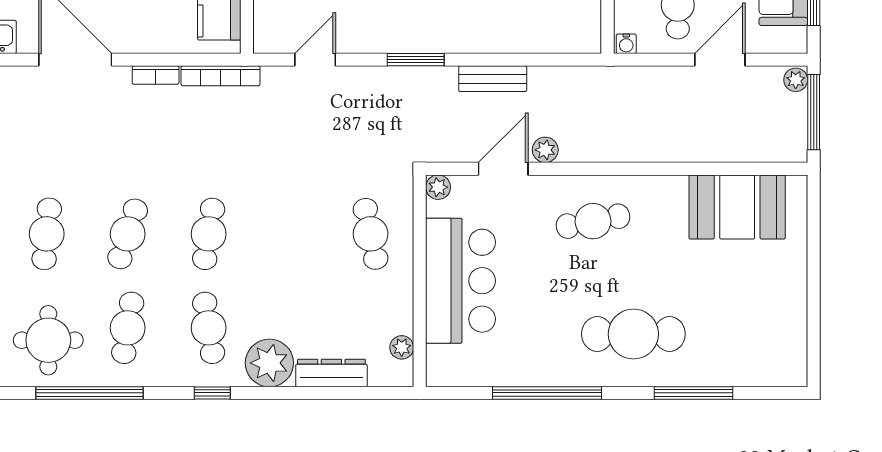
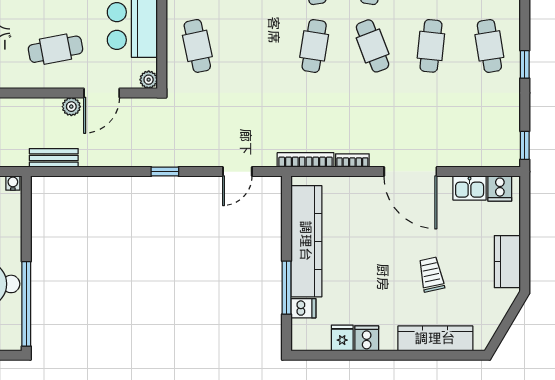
window: (416, 60) -> (165, 172), width x0.67
bench: (493, 79) -> (54, 158), moved
cafe table: (593, 221) -> (55, 49), moved
cafe table: (128, 234) -> (373, 46), turned -39

